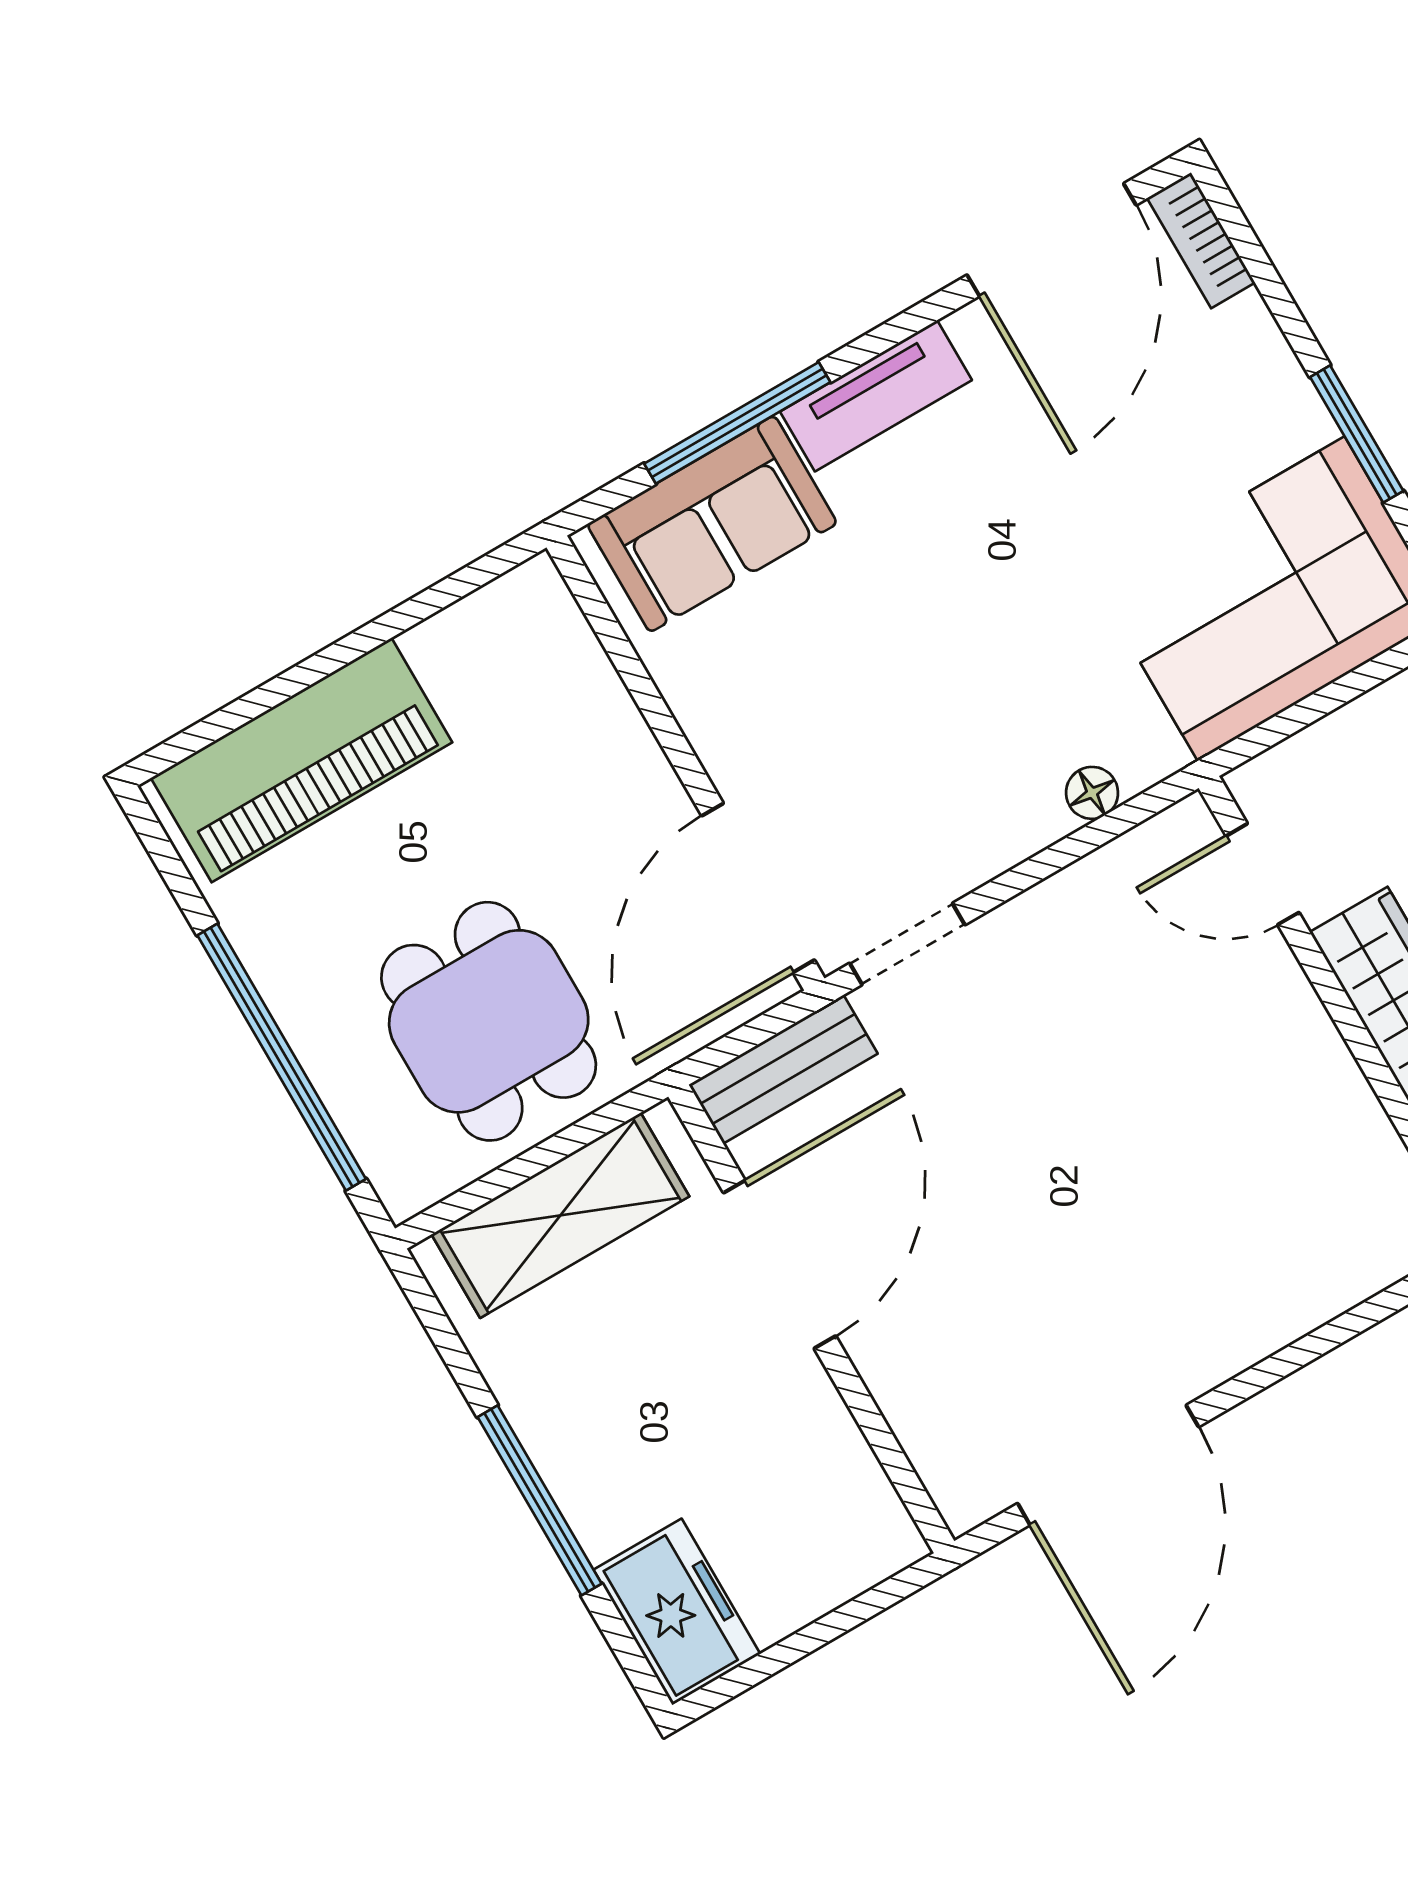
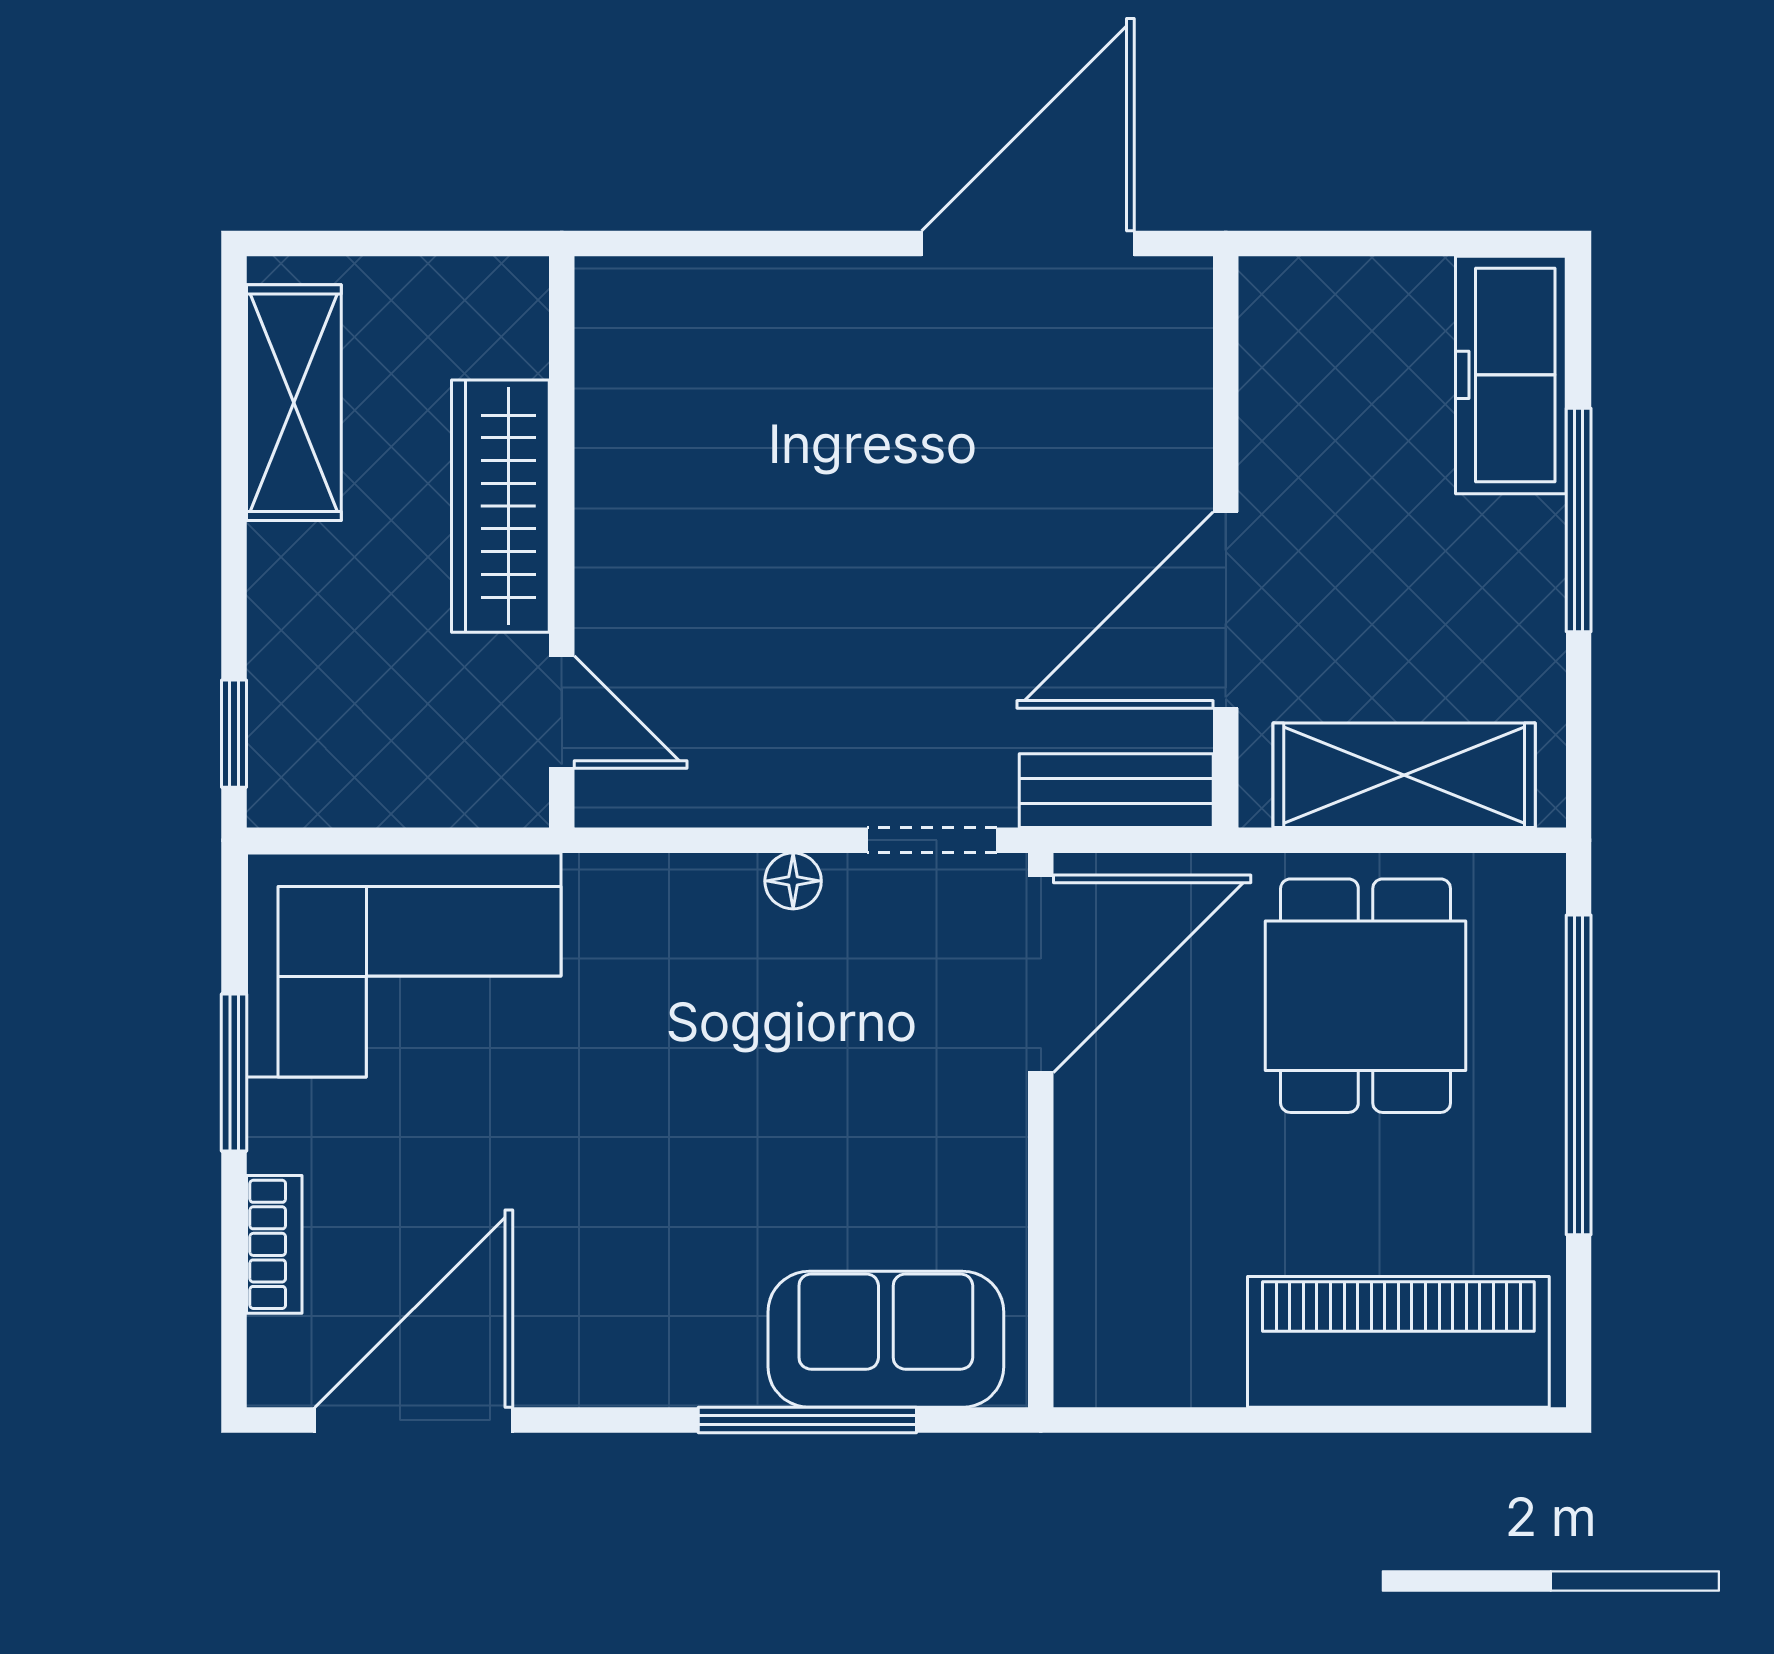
bookcase: (1201, 240) -> (274, 1244), moved
tv unit: (876, 396) -> (663, 1370), removed
floor lamp: (1092, 793) -> (793, 881), moved
freezer: (677, 1612) -> (1511, 375), width x1.40

